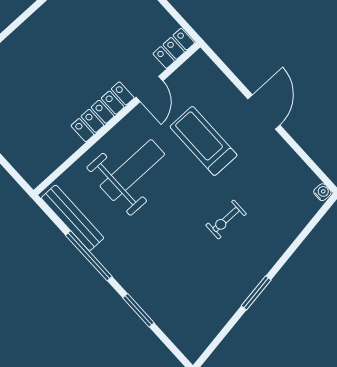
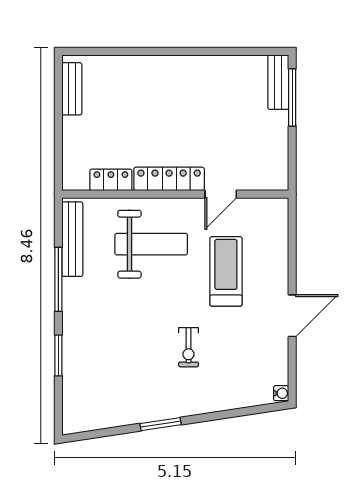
locker: (174, 48) -> (111, 180), moved
door: (264, 112) -> (292, 316), moved
exercise bike: (226, 220) -> (189, 347), turned -90

